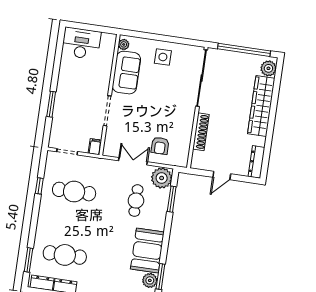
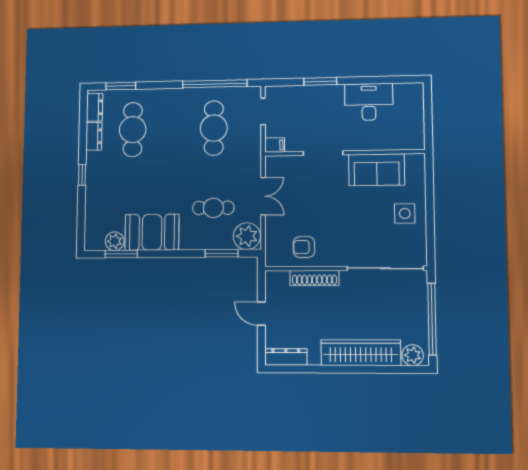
desk: (81, 43) -> (369, 102), moved, turned -90
plant: (124, 44) -> (413, 160), removed
armchair: (160, 146) -> (304, 247), moved
window: (39, 186) -> (215, 84), width x3.17

